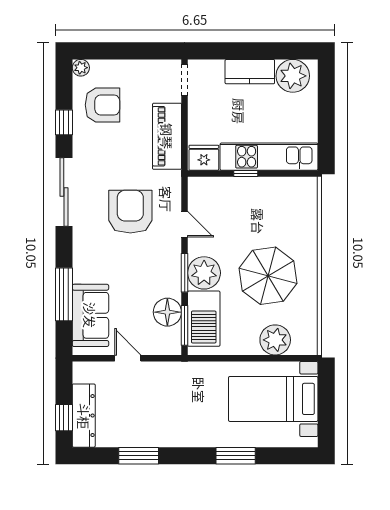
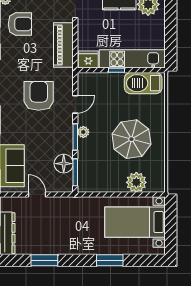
door: (185, 224) -> (75, 104), hinge flipped
plant: (204, 273) -> (83, 132), width x0.53, depth x0.53
barbecue: (204, 319) -> (143, 83), moved, turned 90

